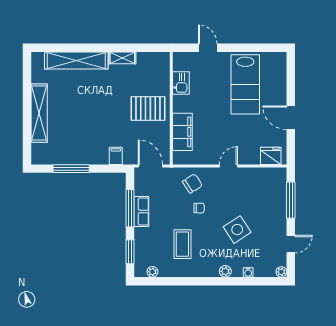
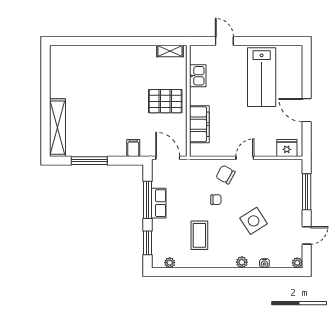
shelving: (122, 58) -> (170, 51), moved
shelving: (76, 61) -> (94, 54), removed
shelving: (39, 113) -> (58, 128), moved
chair: (192, 183) -> (226, 175), moved, turned -118

